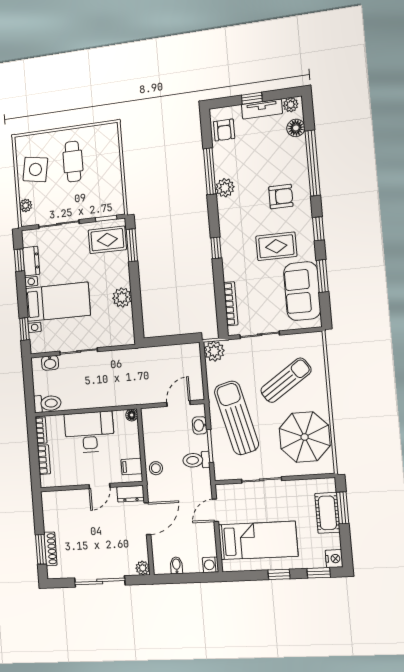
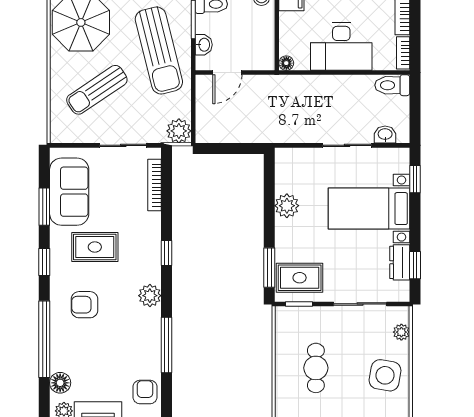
cafe table: (73, 161) -> (316, 368), moved
plant: (225, 188) -> (150, 296), moved

